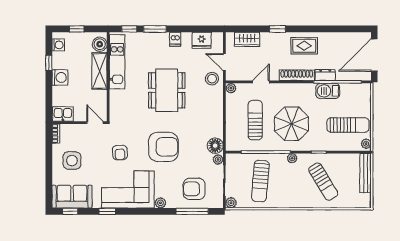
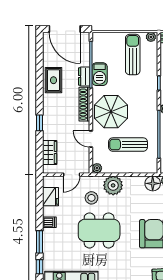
rug: (304, 46) -> (54, 80), moved
stool: (212, 79) -> (91, 198), moved
plant: (213, 105) -> (113, 185), added
parasol: (292, 124) -> (111, 112), moved

